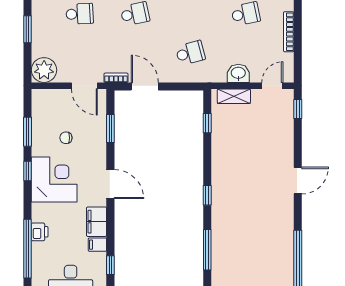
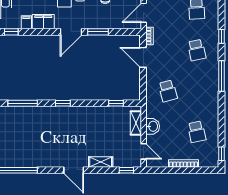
door: (145, 86) -> (143, 57), swing flipped
window: (110, 128) -> (98, 32), moved
shelving: (287, 144) -> (101, 162), added

